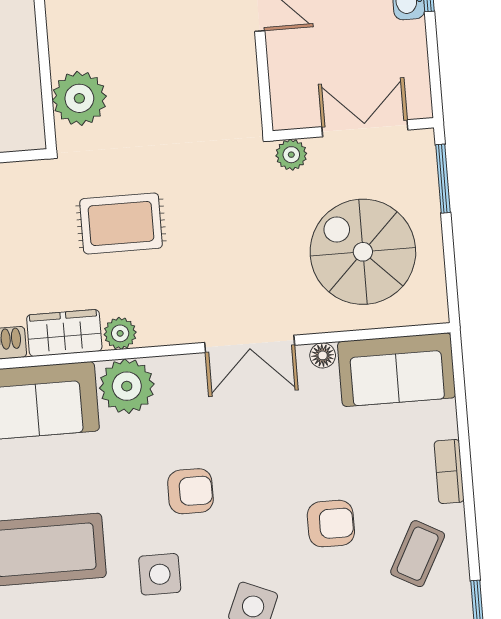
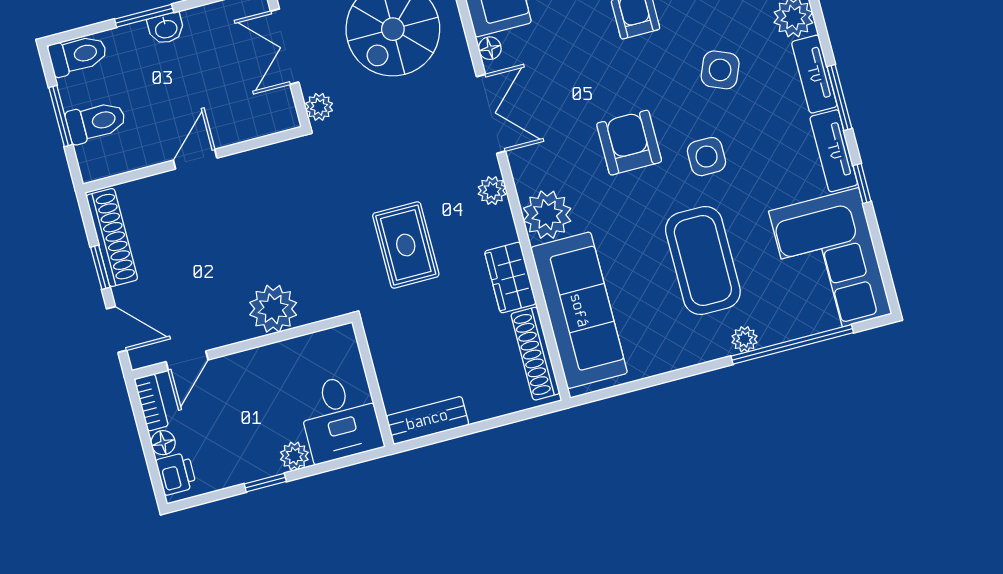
plant: (79, 98) -> (273, 309), moved
plant: (120, 333) -> (492, 191), moved
armchair: (190, 491) -> (629, 143), width x1.38, depth x1.38

